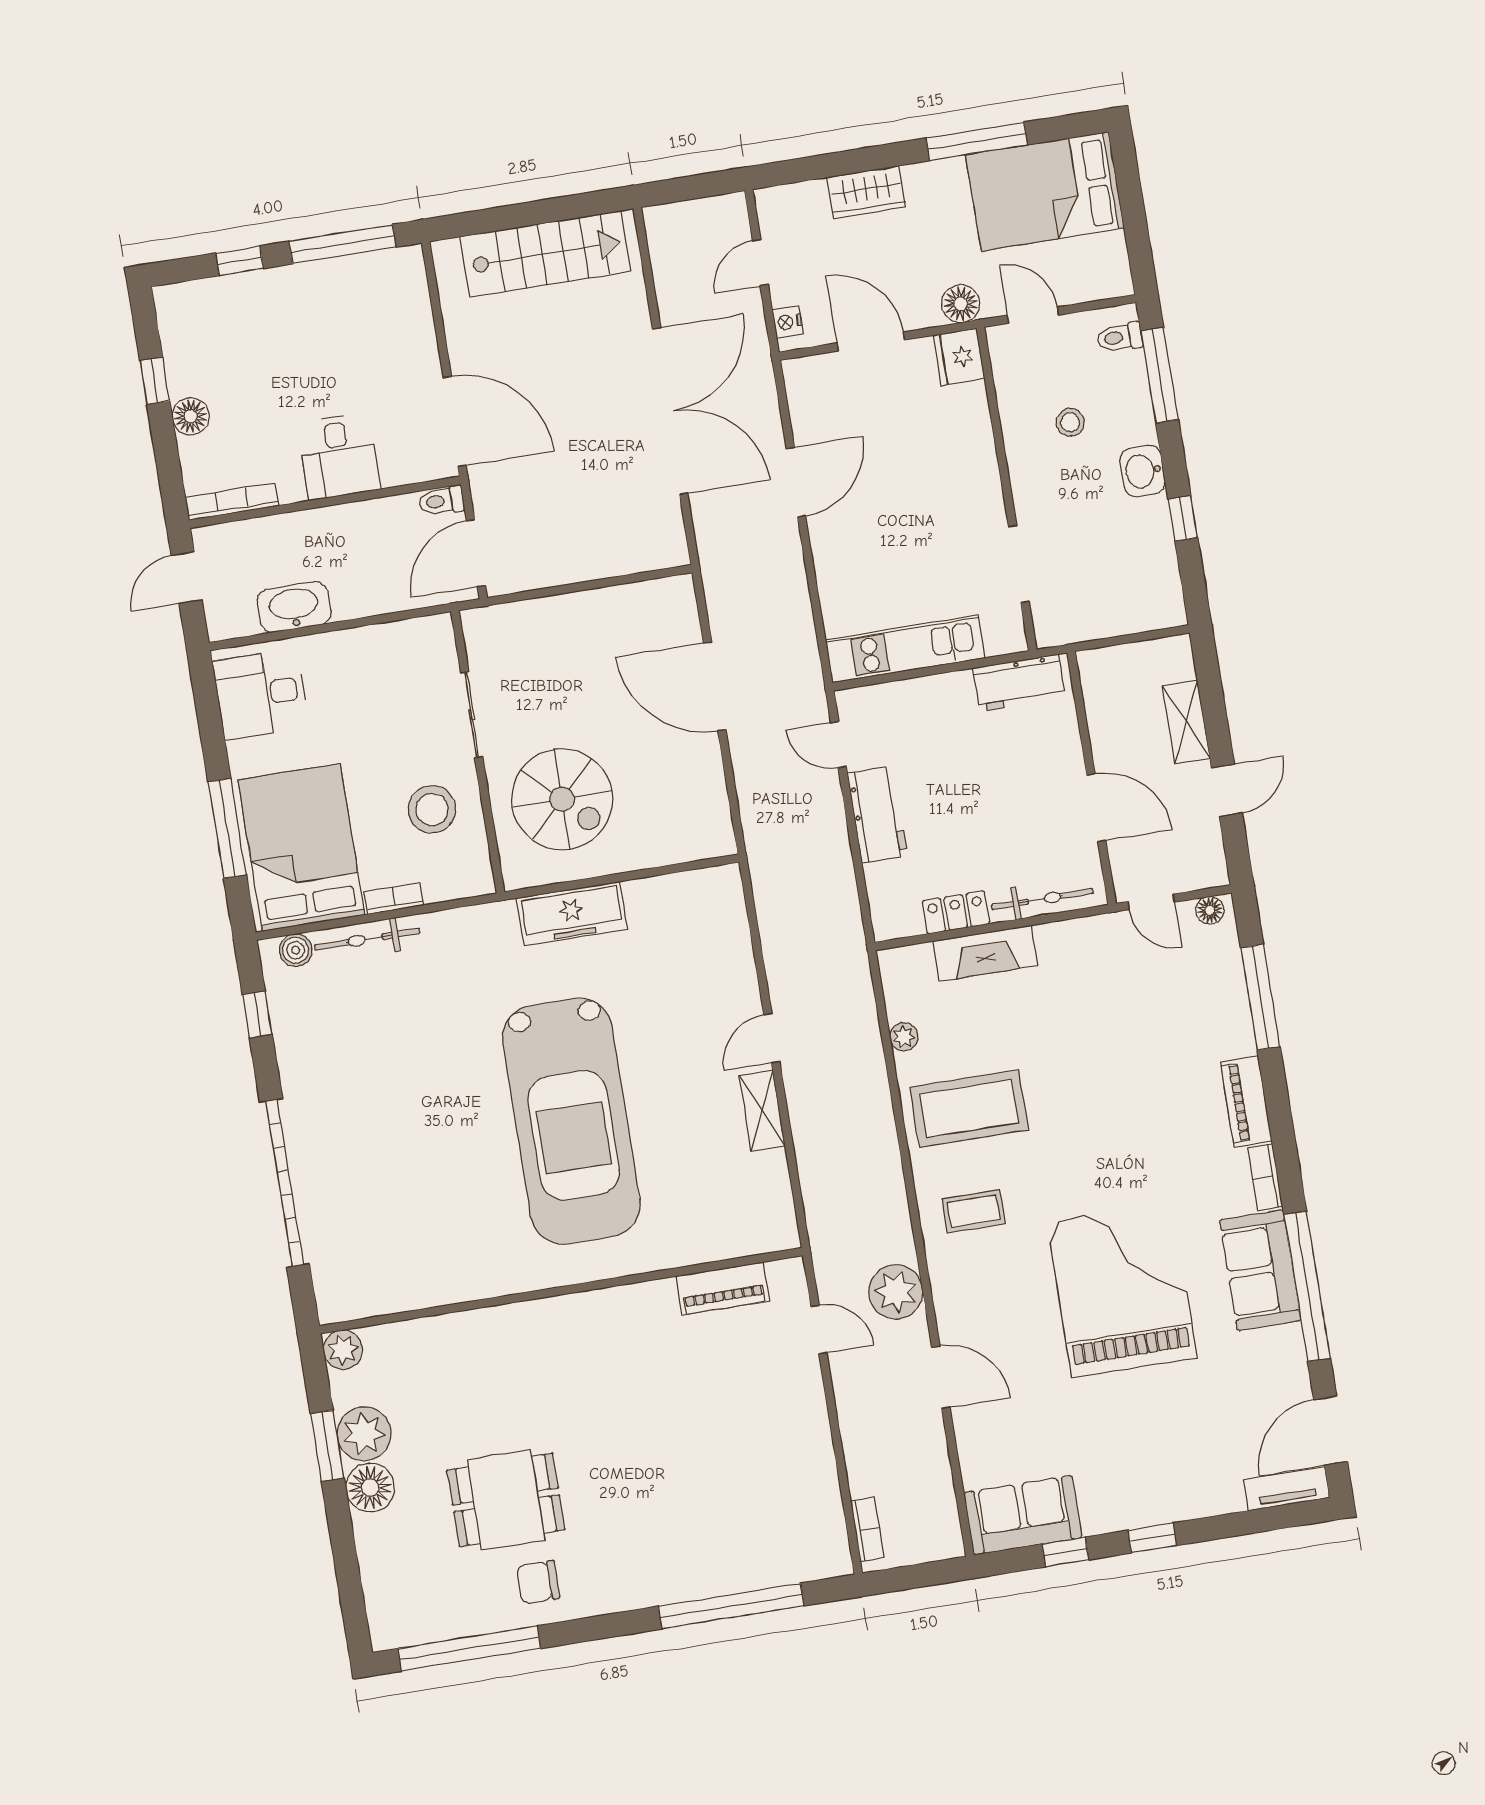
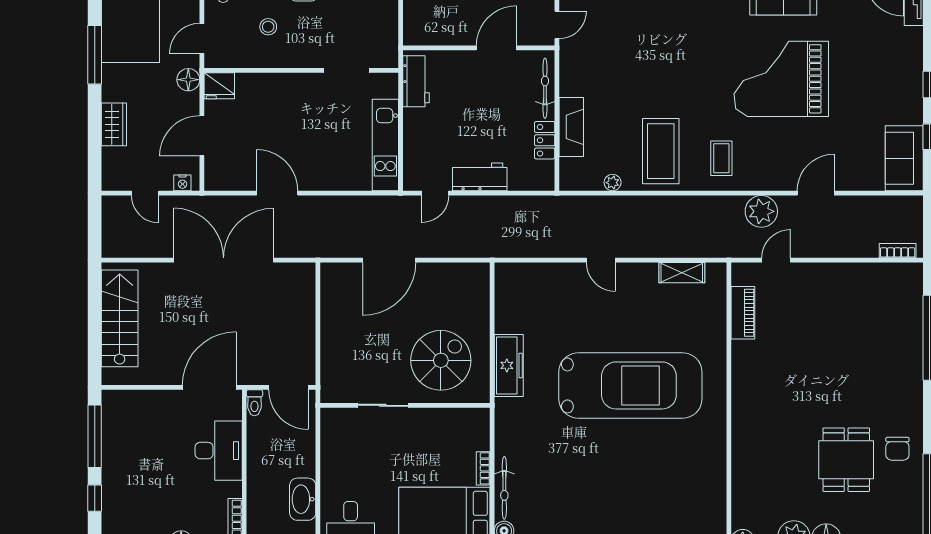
desk: (339, 456) -> (219, 451), width x1.37
stool: (432, 809) -> (434, 438), removed
shelving: (762, 1111) -> (682, 273), moved

